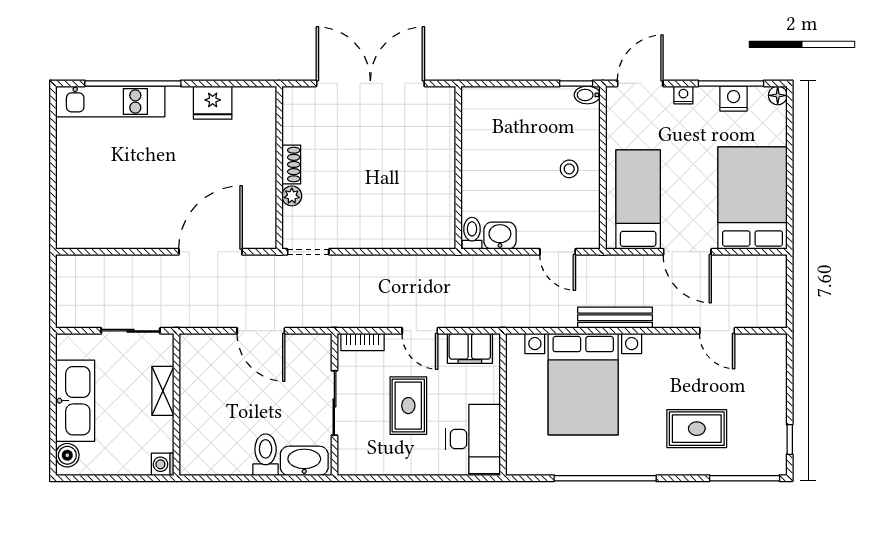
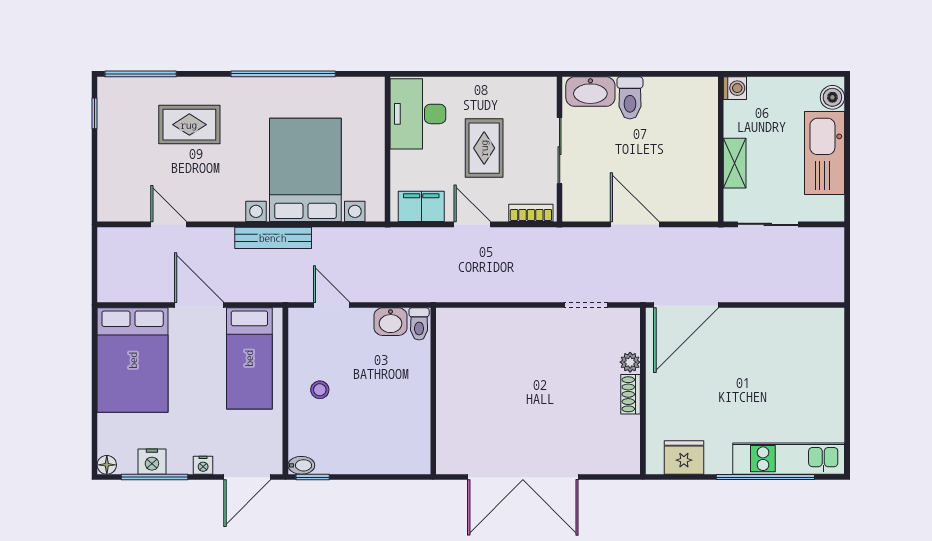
shoe rack: (291, 164) -> (631, 394), moved
wall: (279, 168) -> (643, 391), moved
plant: (292, 196) -> (630, 362), moved

